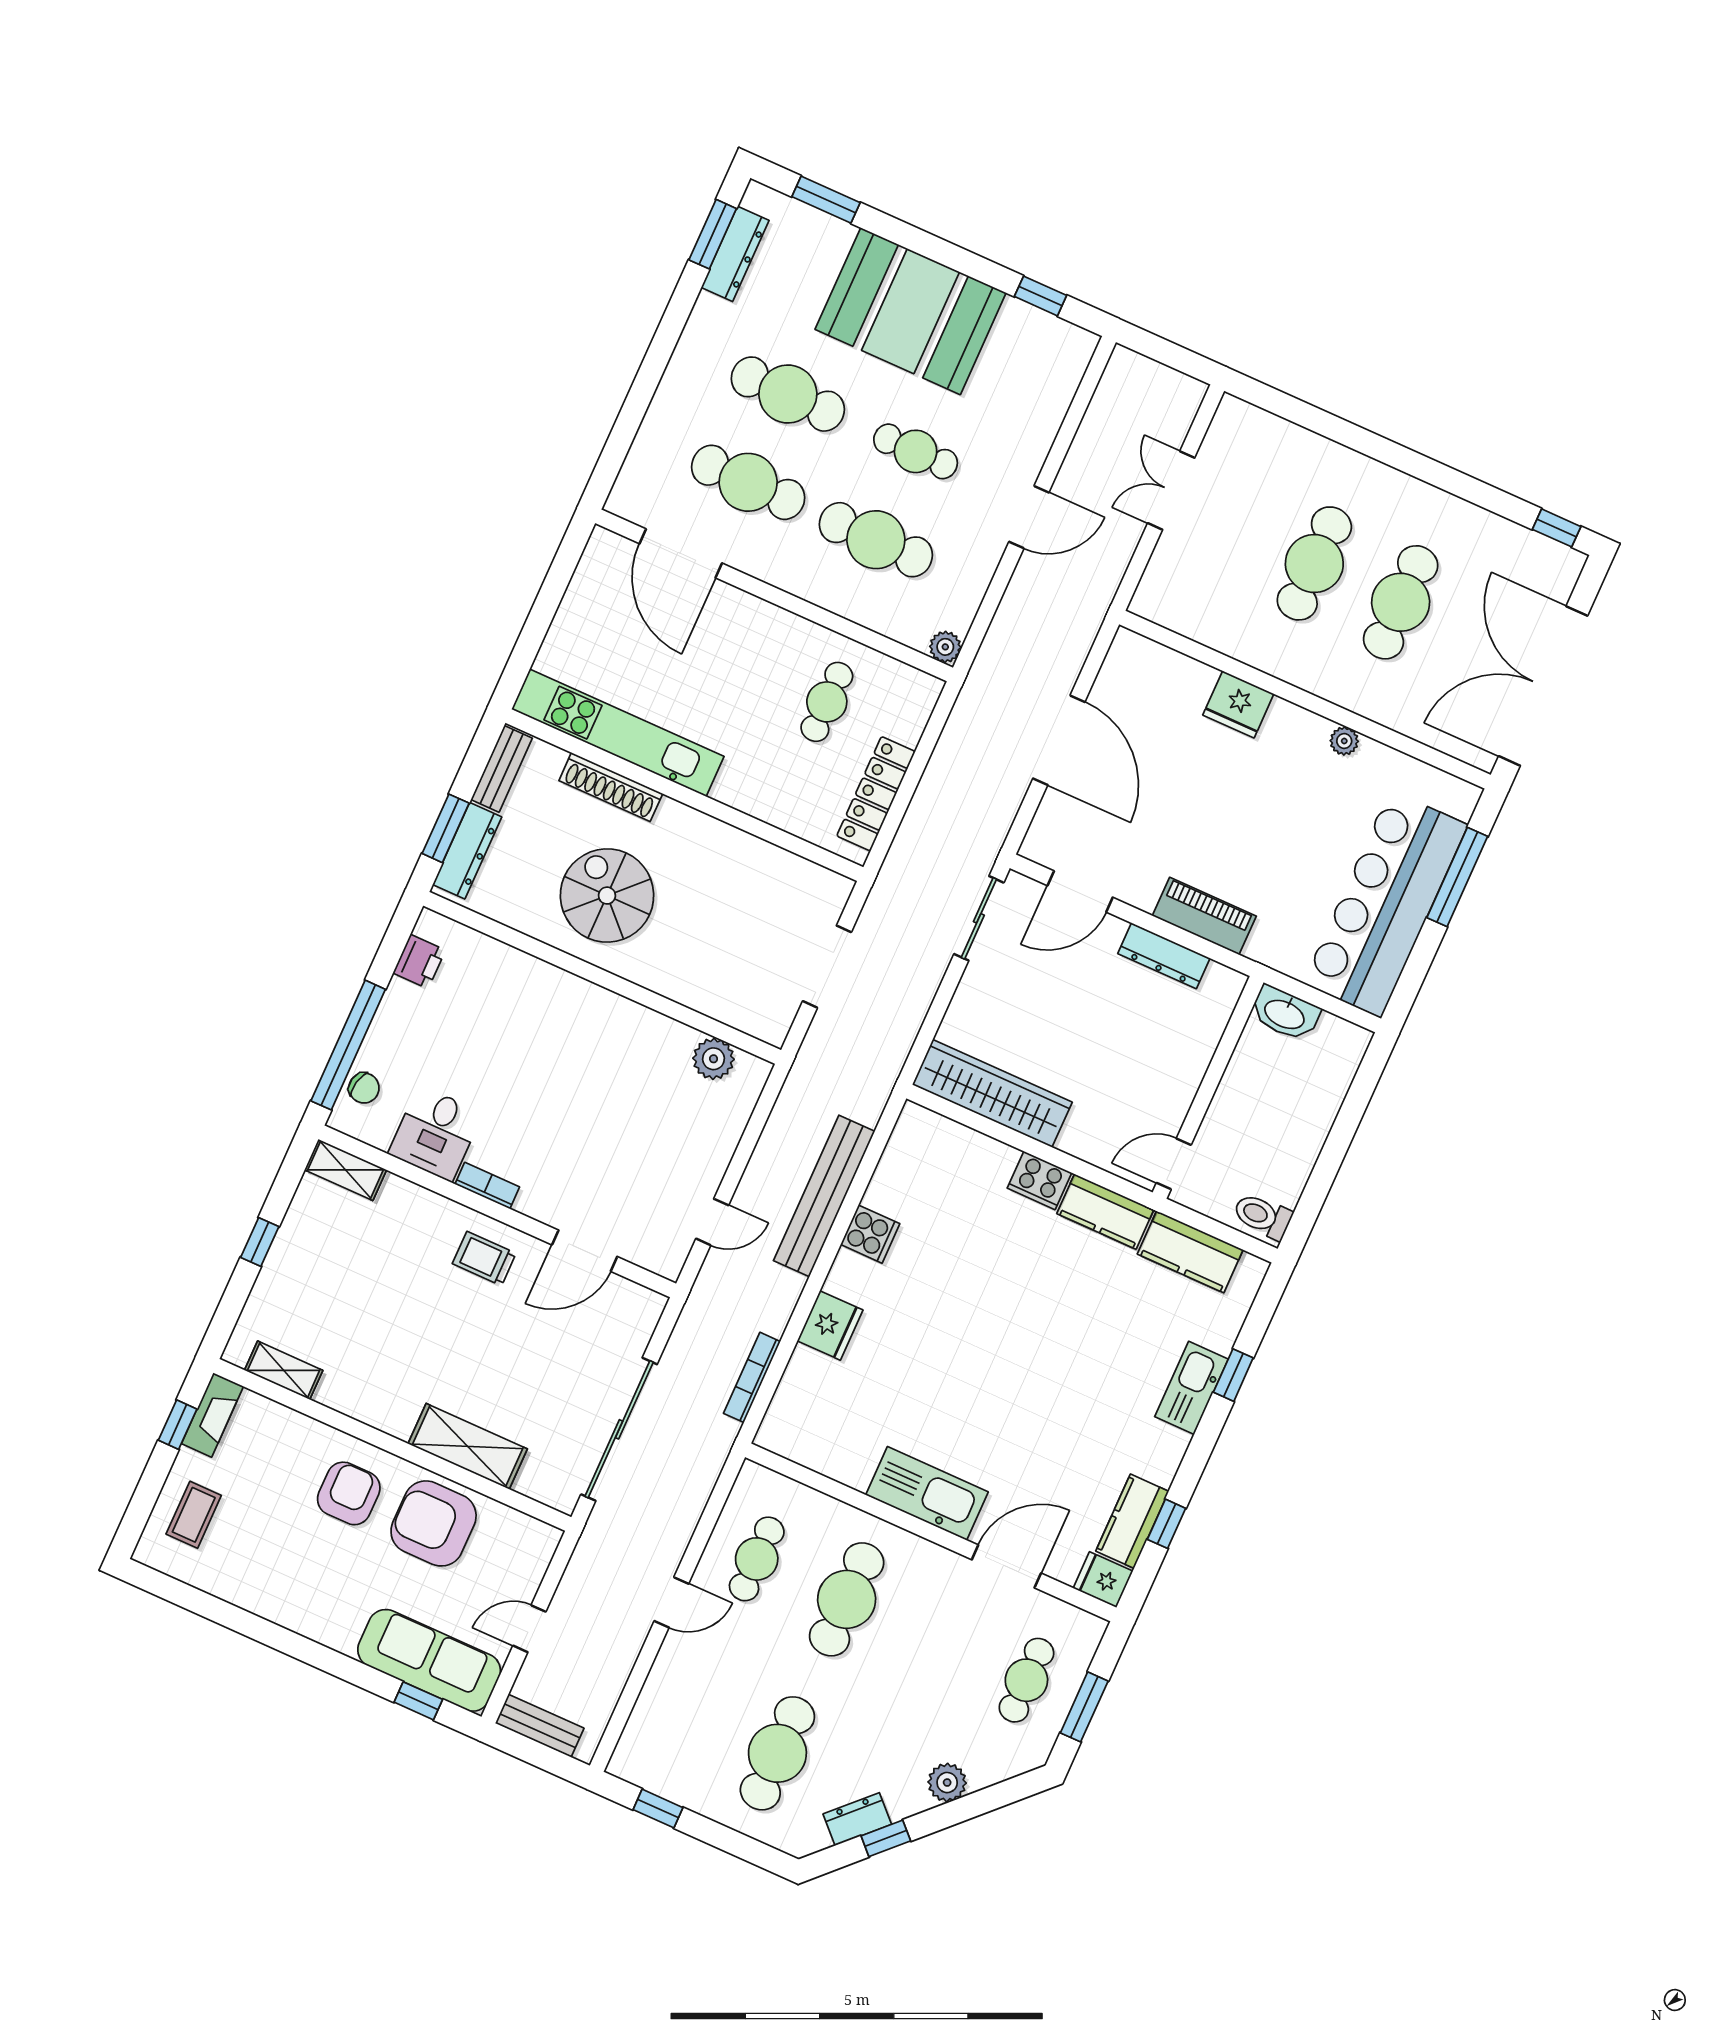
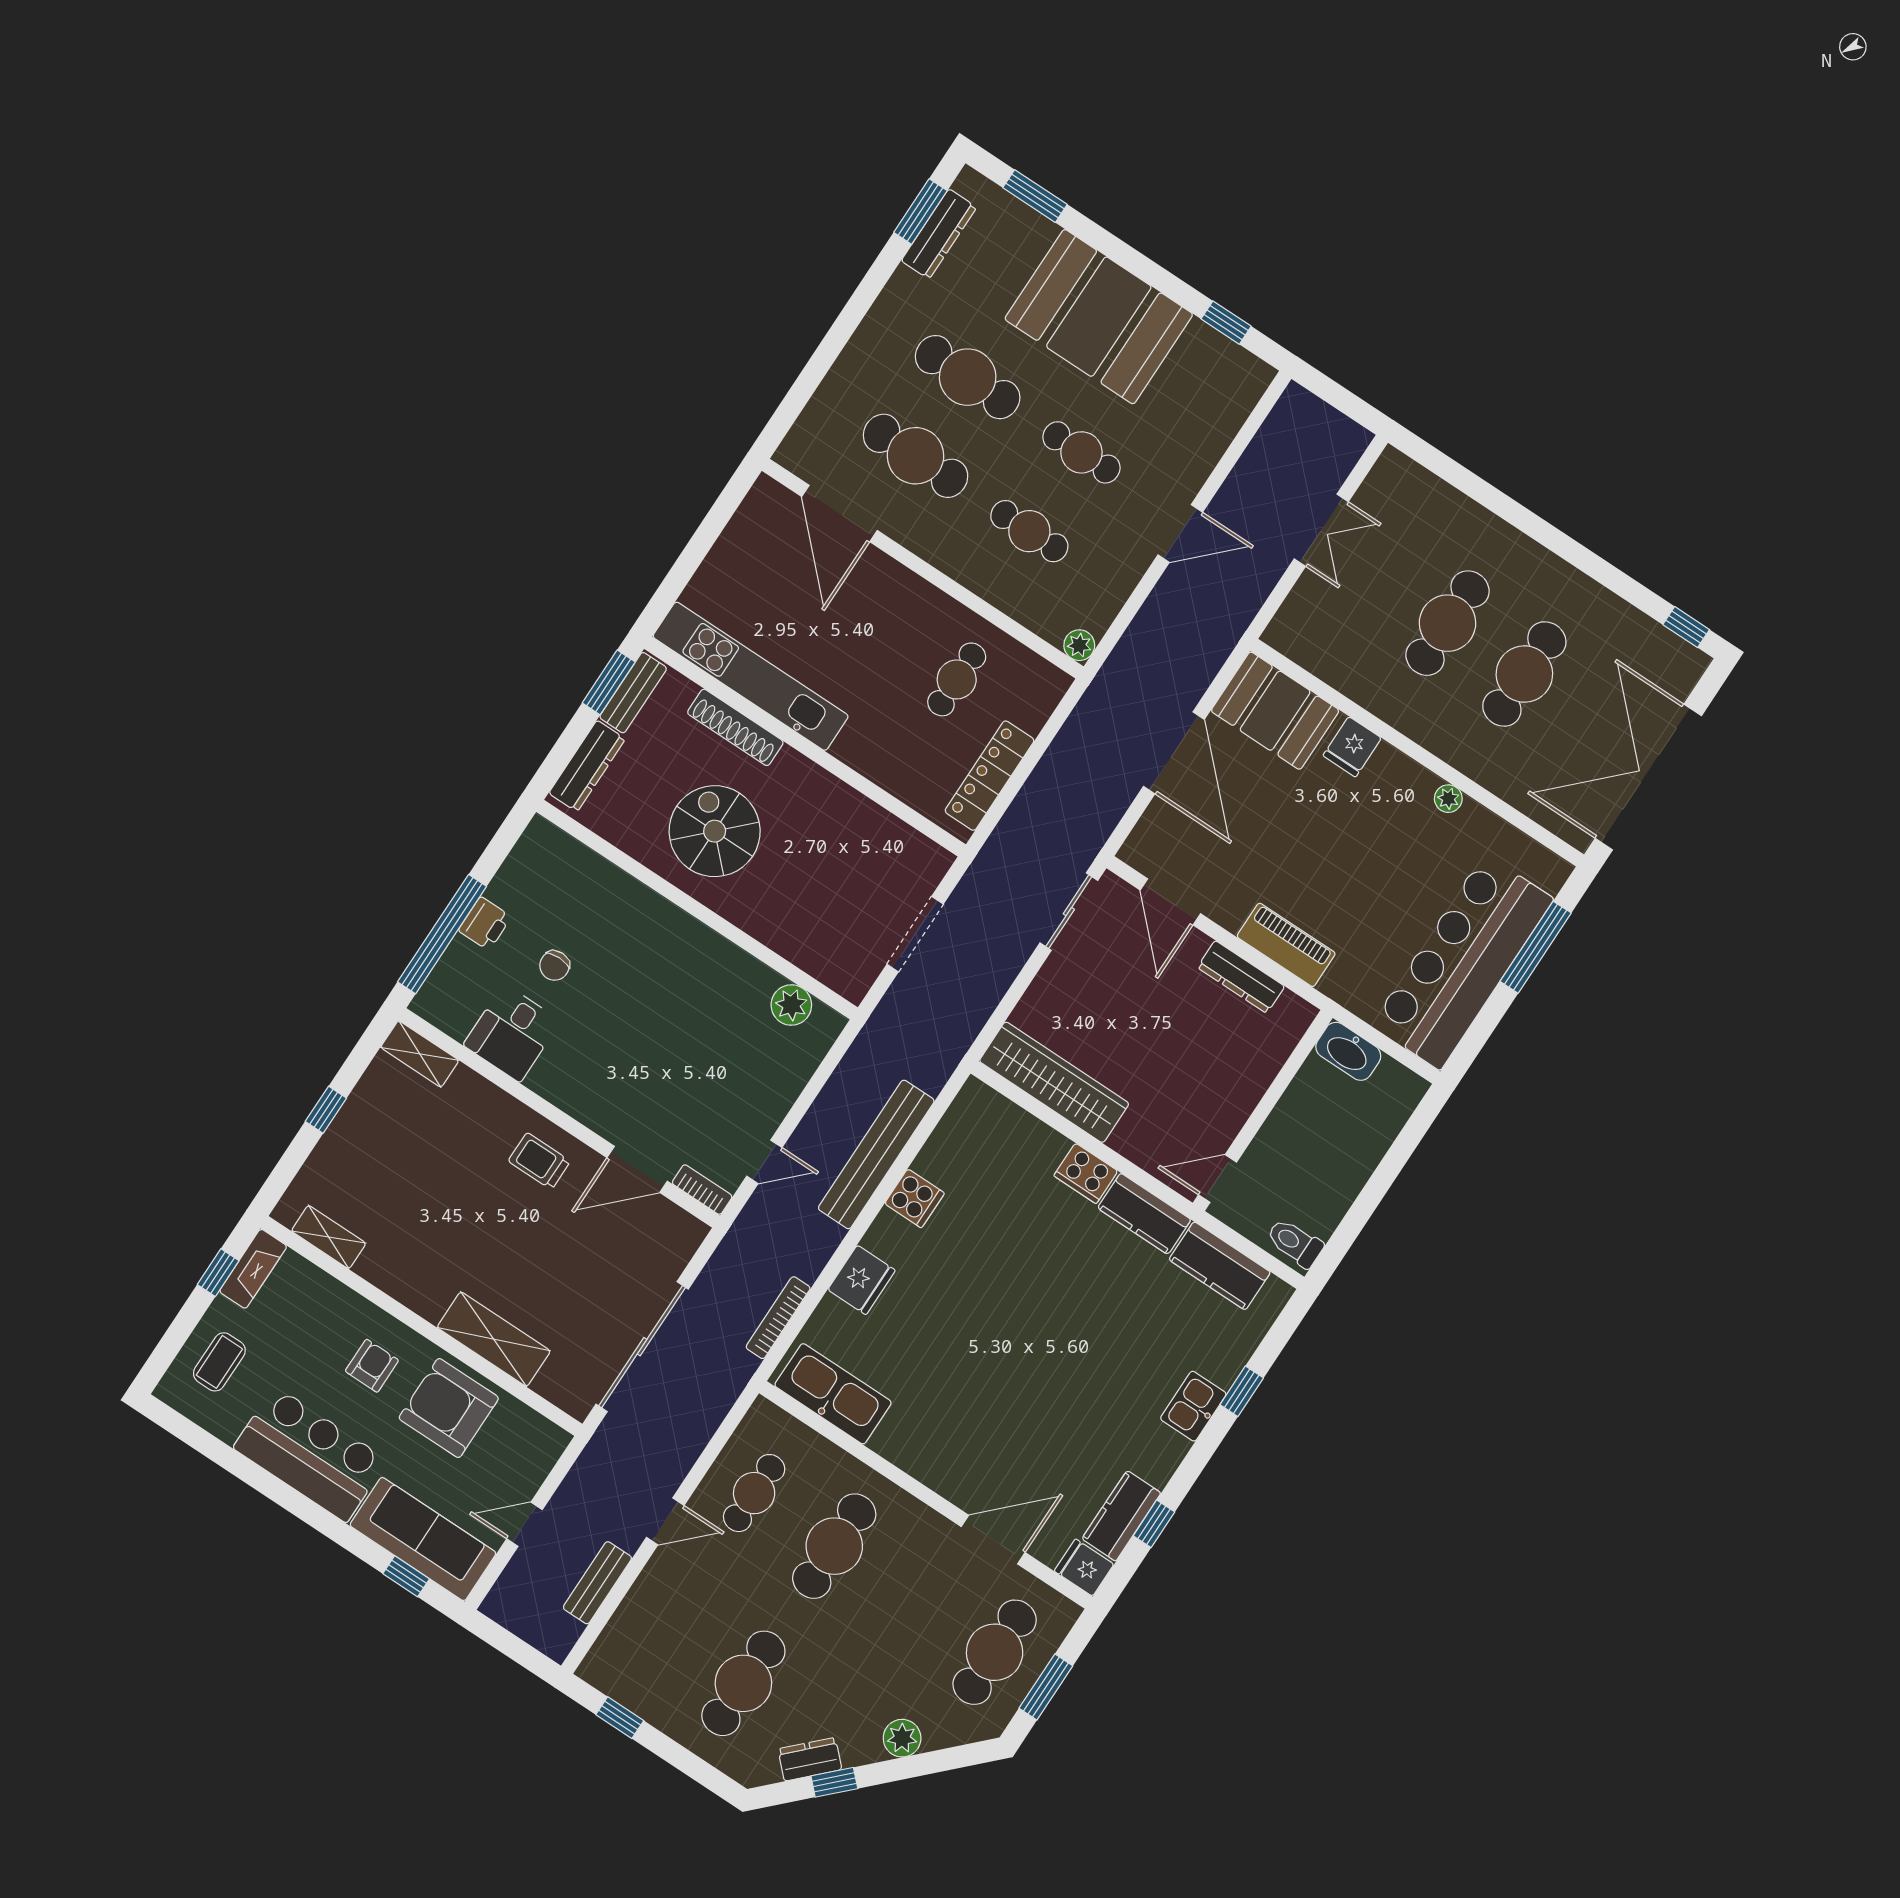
double door: (1171, 490) -> (1321, 530), swing flipped
cafe table: (876, 540) -> (1029, 531), width x0.73, depth x0.74
booth: (1154, 681) -> (1275, 711), added
fridge: (1238, 704) -> (1352, 747), width x0.72
window: (446, 828) -> (609, 682), moved
door: (1080, 892) -> (1170, 902), hinge flipped
printer: (419, 962) -> (485, 924), moved
chair: (364, 1088) -> (554, 966), moved, turned 78
bookcase: (487, 1186) -> (702, 1190), moved
kitchen sink: (1191, 1388) -> (1193, 1406), width x0.73
armchair: (349, 1493) -> (372, 1366), width x0.72, depth x0.72
kitchen sink: (927, 1493) -> (833, 1394), moved
bar counter: (301, 1593) -> (310, 1454), added
cafe table: (1026, 1680) -> (995, 1652), width x1.37, depth x1.35
bench: (540, 1726) -> (597, 1583), moved, turned 90

